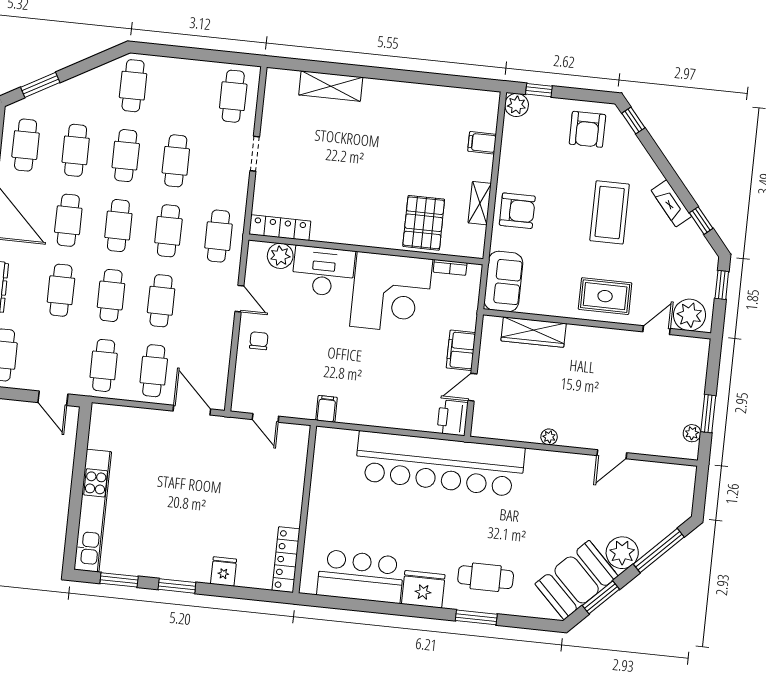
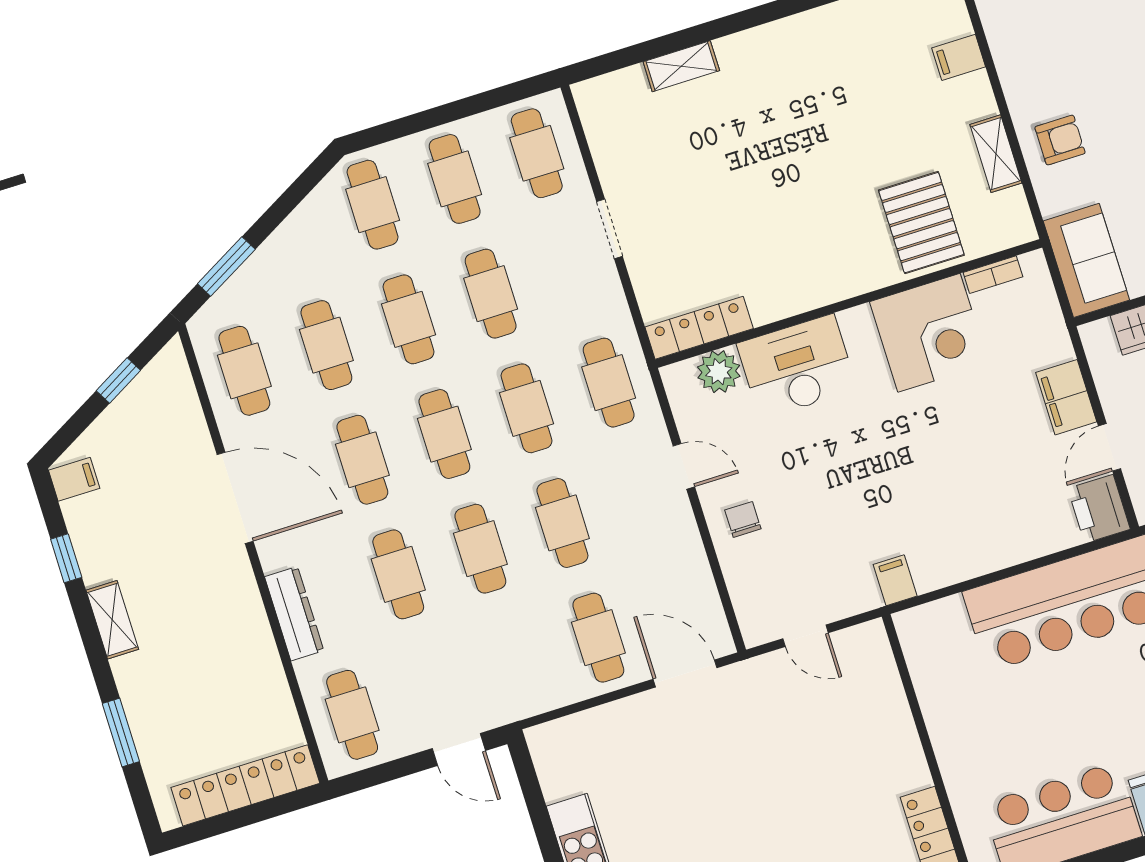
shelving: (331, 86) -> (681, 66), width x0.67, depth x0.75
armchair: (517, 211) -> (1060, 140), width x0.72, depth x0.72
corner desk: (391, 293) -> (929, 333), width x0.74, depth x0.74
cafe table: (104, 365) -> (455, 179), moved

